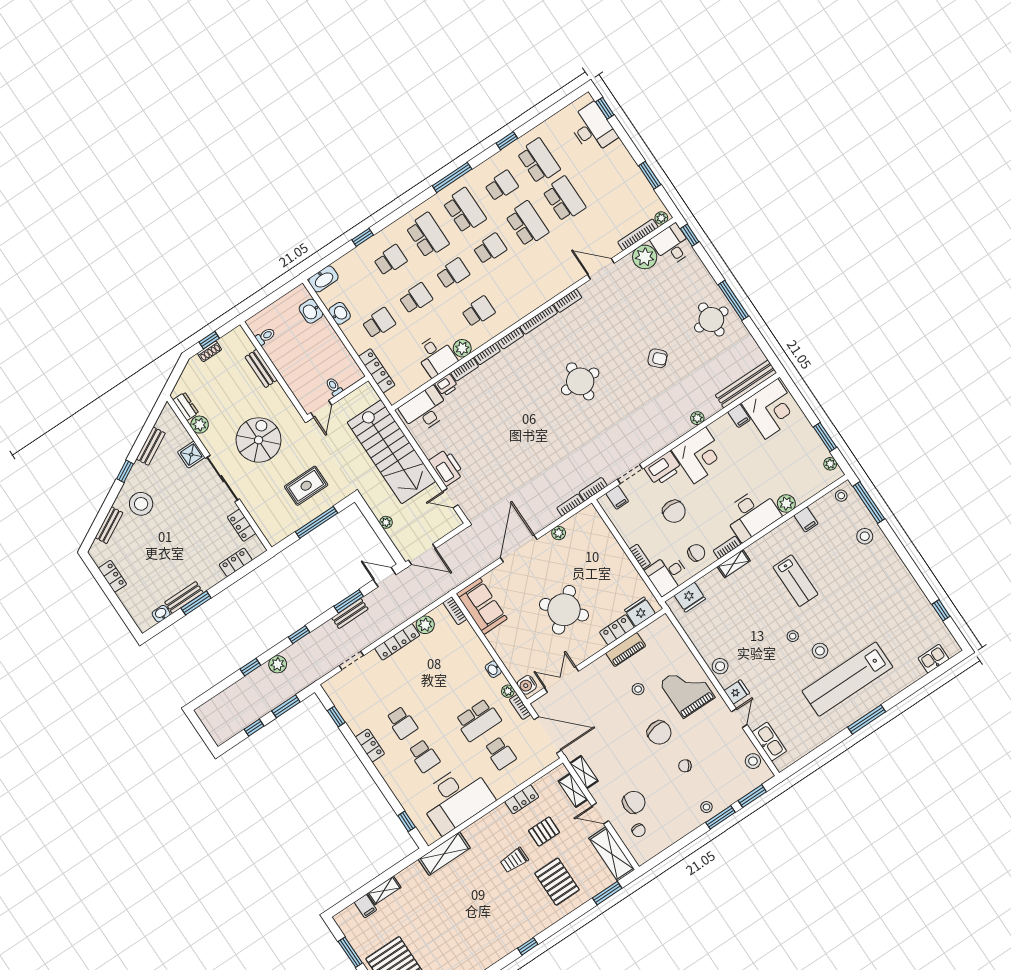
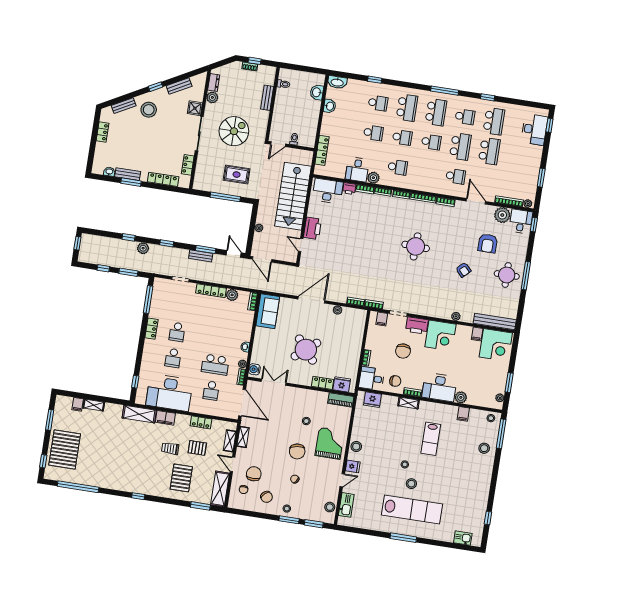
armchair: (658, 304) -> (488, 243), added
school desk: (379, 323) -> (456, 176), moved
locker: (236, 562) -> (163, 179), width x1.53
piano: (626, 650) -> (341, 400), moved
lab bench: (847, 679) -> (412, 510), turned 180
window: (336, 716) -> (148, 300), width x2.17
window: (199, 726) -> (77, 243), added
chair: (634, 802) -> (254, 474), turned -90
chair: (672, 815) -> (267, 497), added
filing cabinet: (477, 831) -> (165, 418), added

